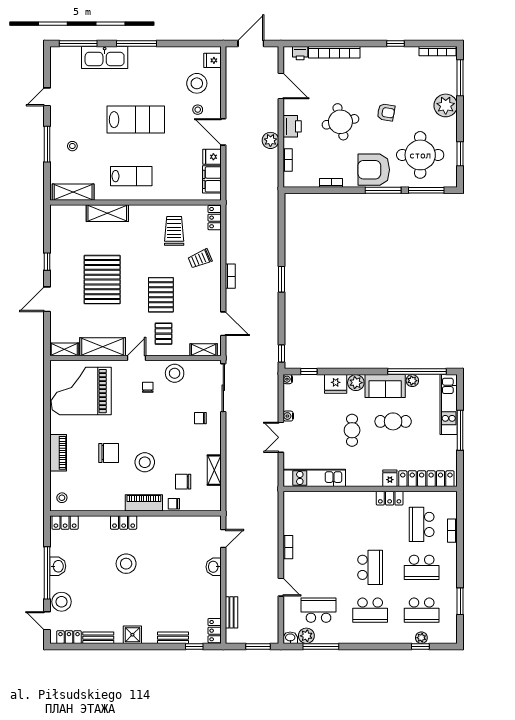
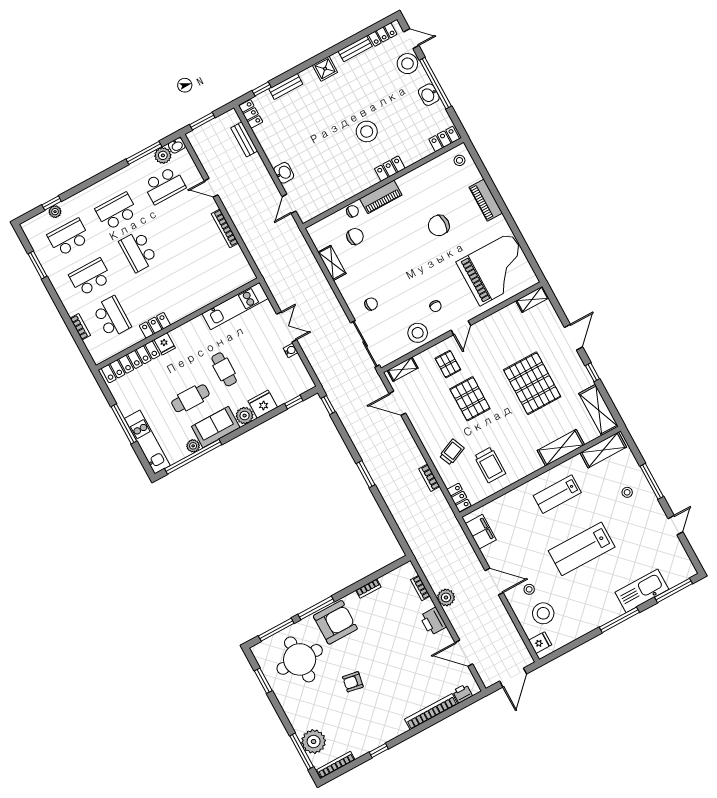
plant: (446, 105) -> (314, 742), moved
round table: (340, 122) -> (390, 650), removed
fridge: (212, 157) -> (492, 553), removed
bookcase: (230, 276) -> (429, 478), moved
shelving: (103, 347) -> (599, 410), moved, turned 90
water cooler: (288, 379) -> (310, 384), removed
stool: (145, 462) -> (400, 235), removed
bookcase: (288, 547) -> (225, 228), width x1.56

